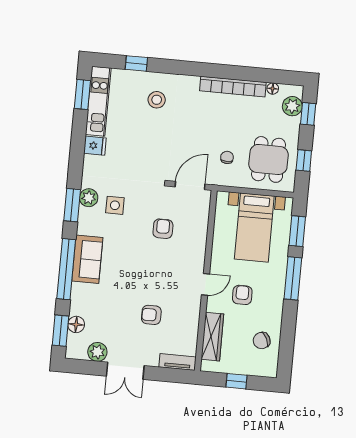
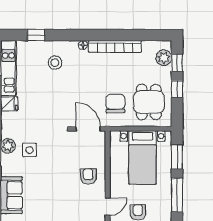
floor lamp: (273, 89) -> (83, 45), moved
chair: (227, 157) -> (115, 103), width x1.87, depth x1.87
window: (304, 160) -> (177, 89), moved
door: (190, 186) -> (88, 129), hinge flipped
armchair: (163, 229) -> (88, 177), moved

